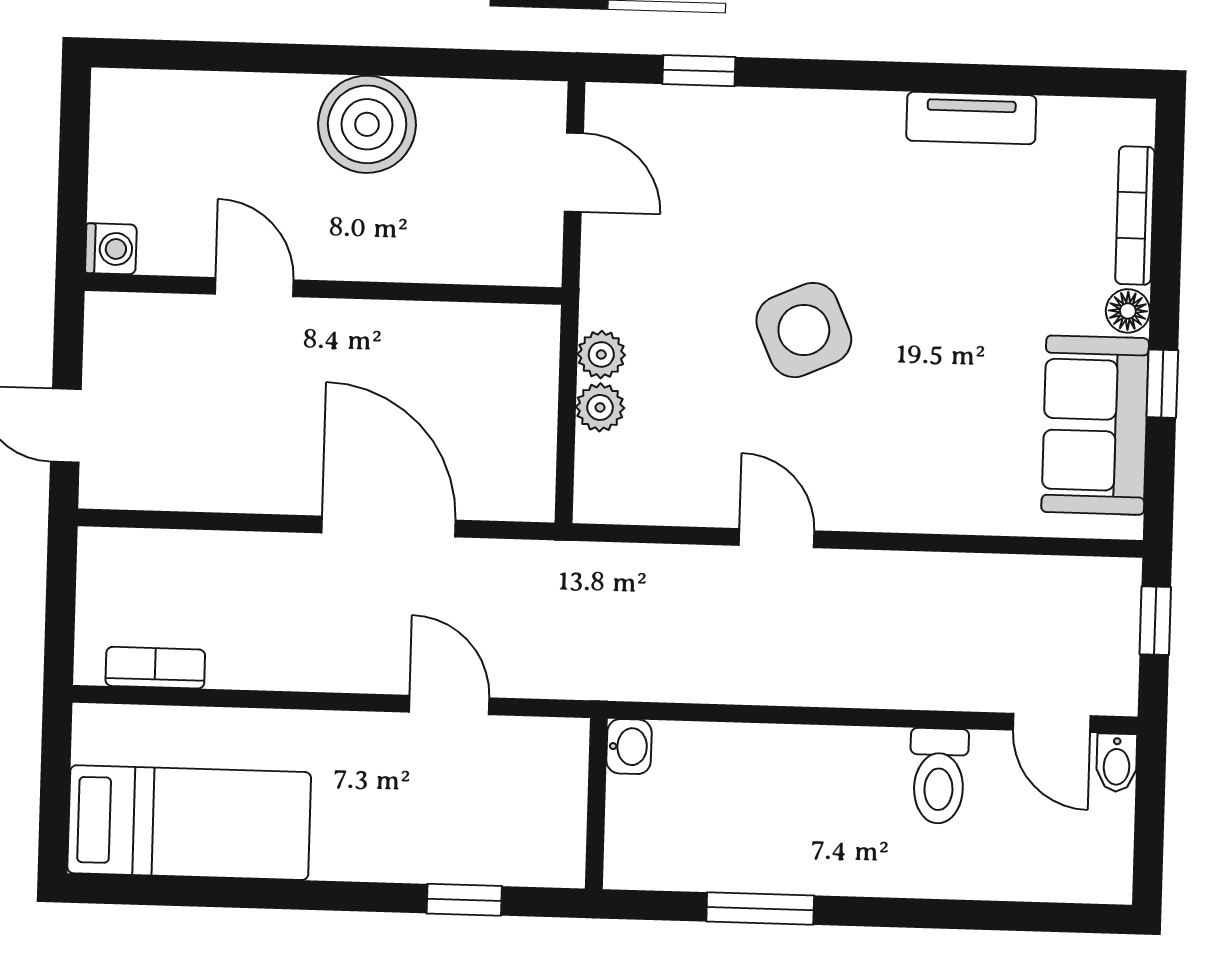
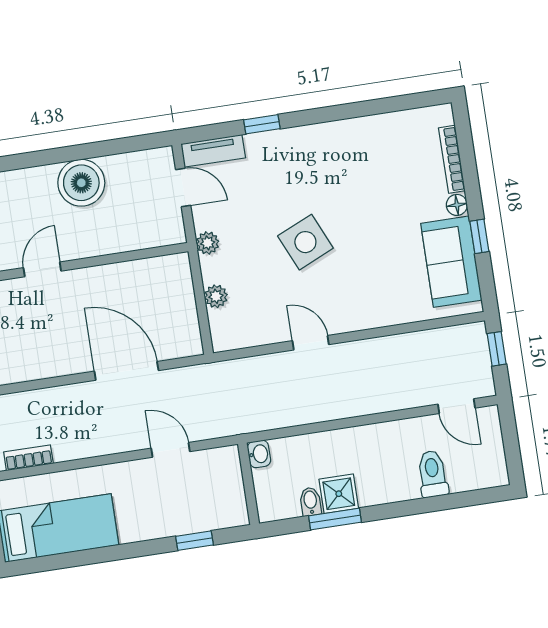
window: (699, 71) -> (262, 124), moved
tv unit: (971, 118) -> (213, 151), moved
door: (254, 287) -> (42, 269), hinge flipped
plant: (601, 354) -> (208, 243), moved
bidet: (1117, 763) -> (310, 502), moved, turned 180
toilet: (939, 776) -> (433, 474), moved, turned 180
shower: (777, 858) -> (339, 494), added

